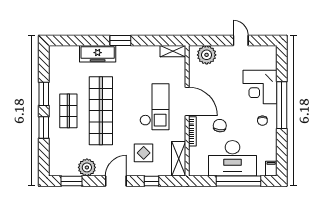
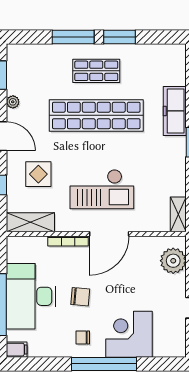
chair: (220, 126) -> (80, 297), moved
window: (44, 128) -> (73, 37), width x1.44
plant: (87, 167) -> (13, 102), width x0.53, depth x0.53

